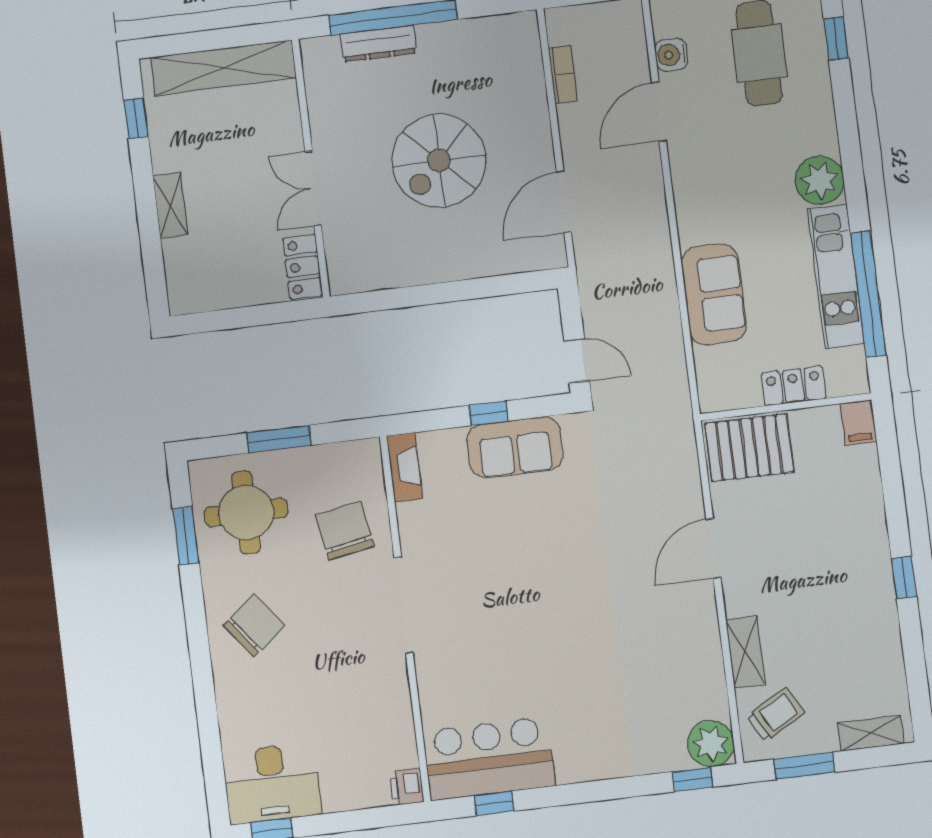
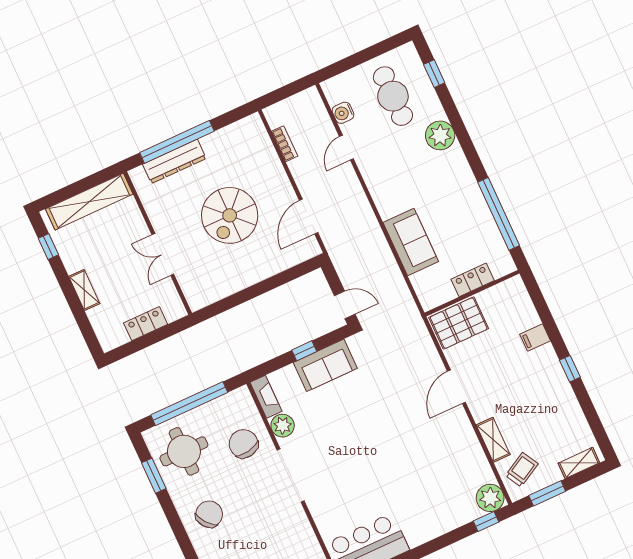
dresser: (378, 43) -> (174, 161), width x1.37, depth x1.24
door: (659, 112) -> (346, 148), width x0.73
plant: (820, 180) -> (440, 135), moved
locker: (303, 267) -> (146, 324), moved, turned 90
kitchen unit: (836, 276) -> (477, 210), removed
filing cabinet: (858, 423) -> (535, 338), moved, turned 90
window: (279, 439) -> (189, 404), width x2.11
plant: (416, 522) -> (283, 426), added

